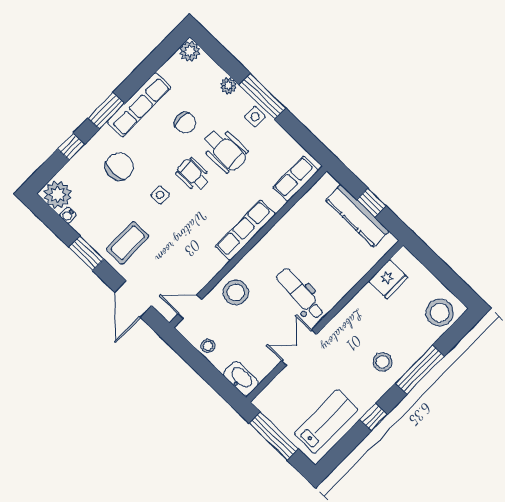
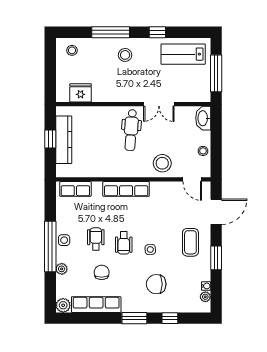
window: (262, 96) -> (50, 246), width x1.46
row of seats: (139, 105) -> (96, 305), moved
wheelchair: (225, 150) -> (96, 239), width x0.73, depth x0.73
plant: (58, 195) -> (205, 297), width x0.53, depth x0.53
coffee table: (128, 243) -> (190, 242), turned 90
stool: (440, 313) -> (72, 50), width x0.53, depth x0.53

